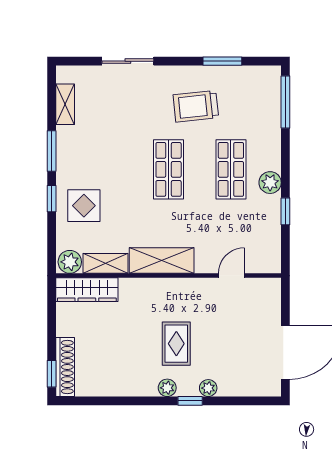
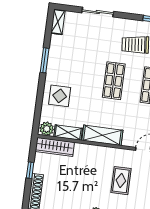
shelving: (65, 104) -> (58, 22), moved
window: (52, 199) -> (41, 89), removed
rug: (176, 344) -> (121, 181), moved
window: (52, 374) -> (30, 170), moved

